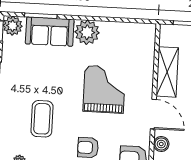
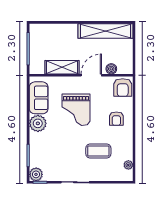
sofa: (50, 32) -> (39, 98), moved
grand piano: (104, 89) -> (76, 110), turned -90

